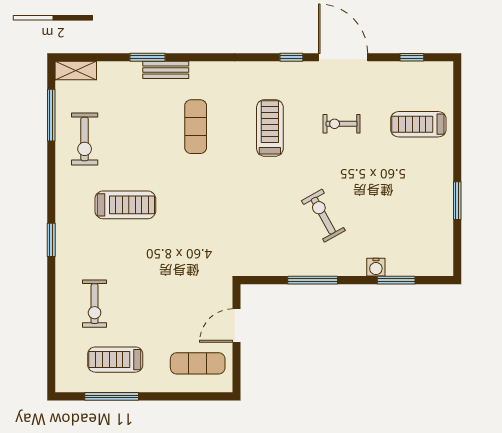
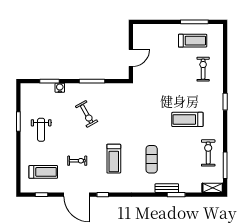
treadmill: (418, 124) -> (43, 172), moved
weight bench: (413, 185) -> (41, 130), added
exercise mat: (198, 363) -> (151, 39), removed

